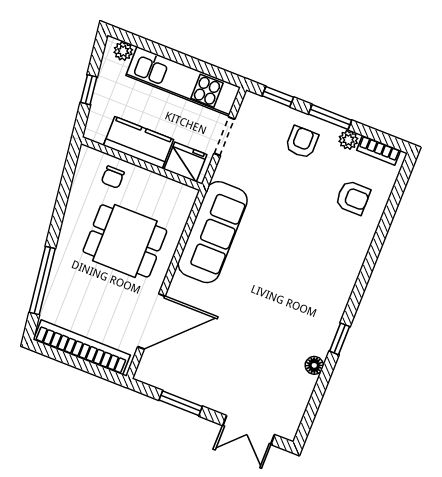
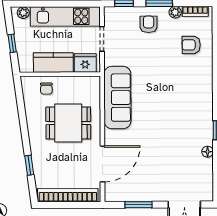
armchair: (353, 198) -> (191, 45), turned 180
window: (42, 281) -> (29, 165), width x0.46

